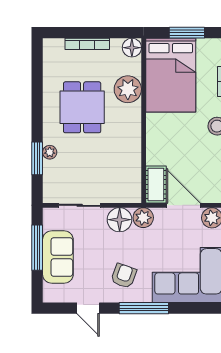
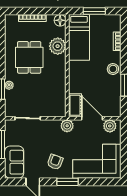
bed: (171, 75) -> (79, 37), width x0.67
floor lamp: (120, 220) -> (52, 127), removed
sofa: (58, 257) -> (14, 162), moved
window: (144, 308) -> (68, 182), width x0.69

